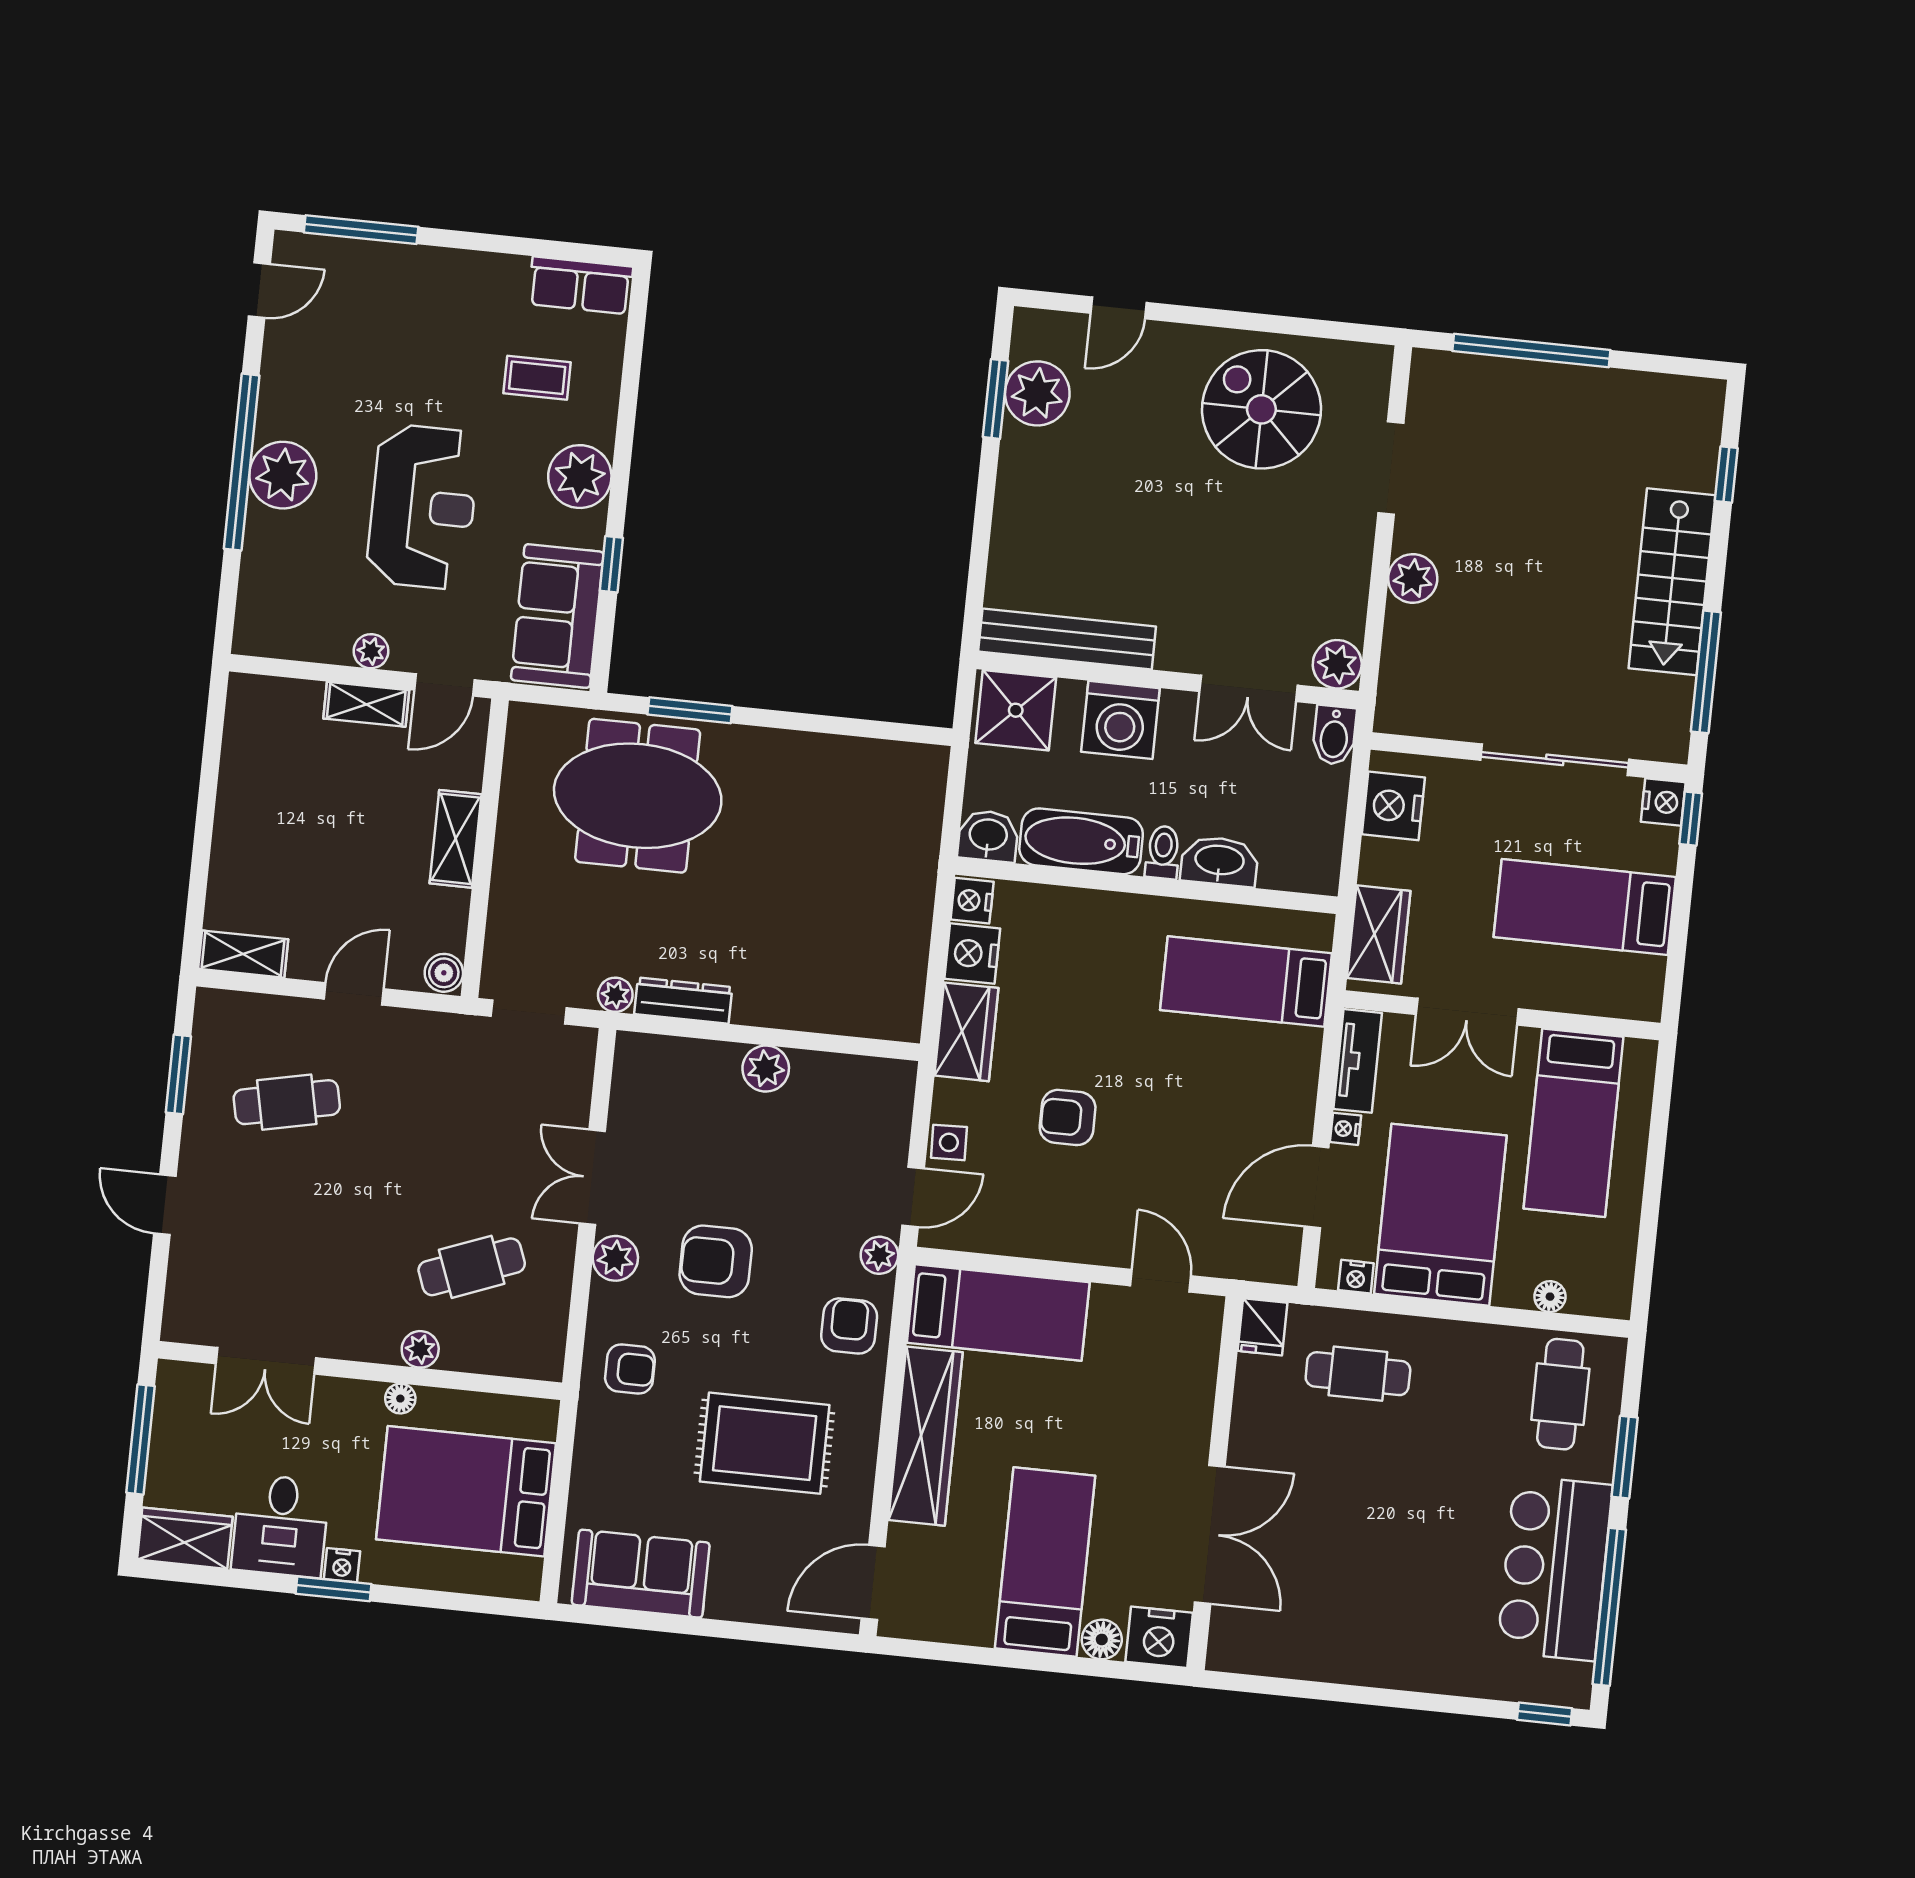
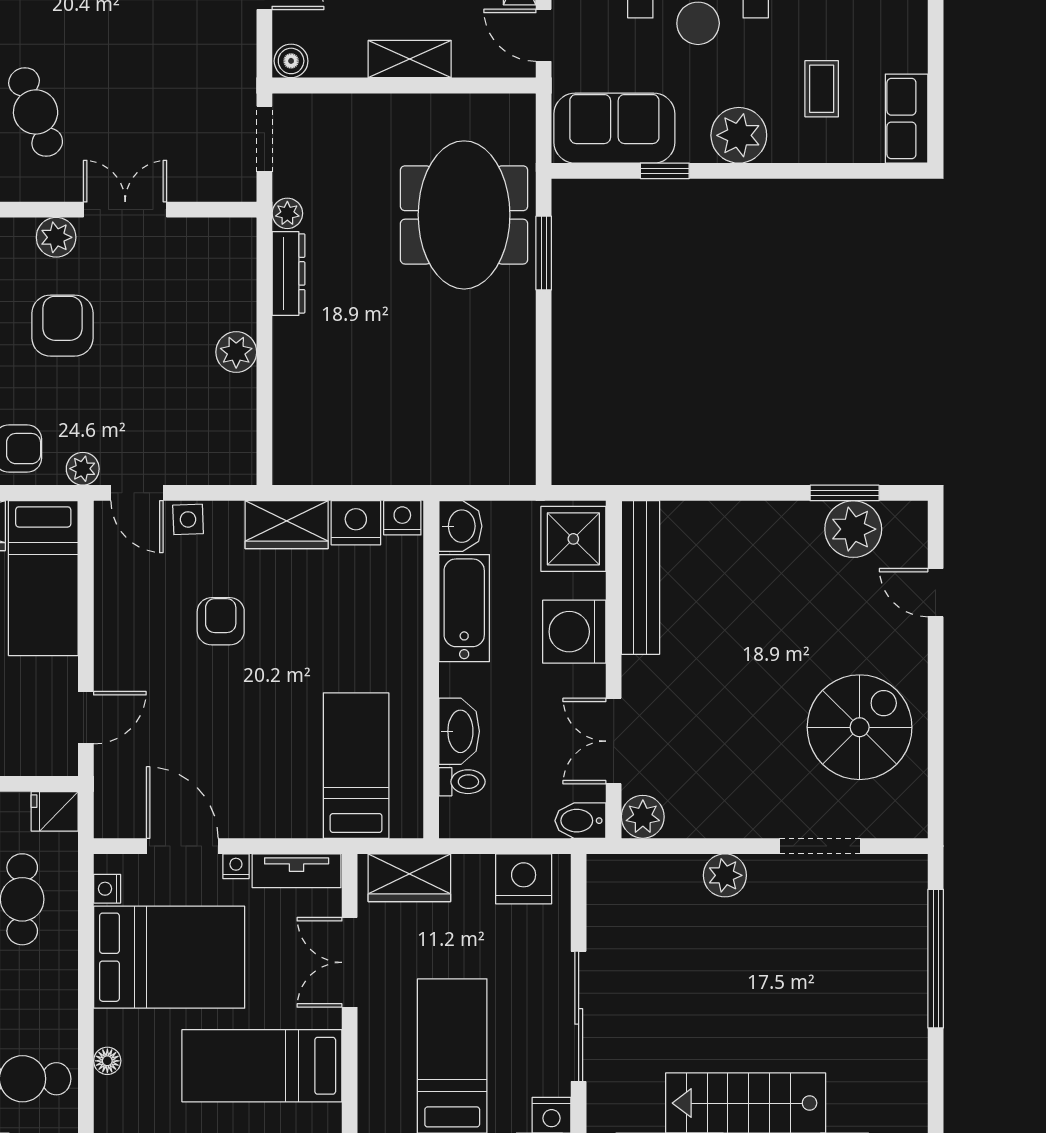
toilet: (1163, 852) -> (462, 782), moved

